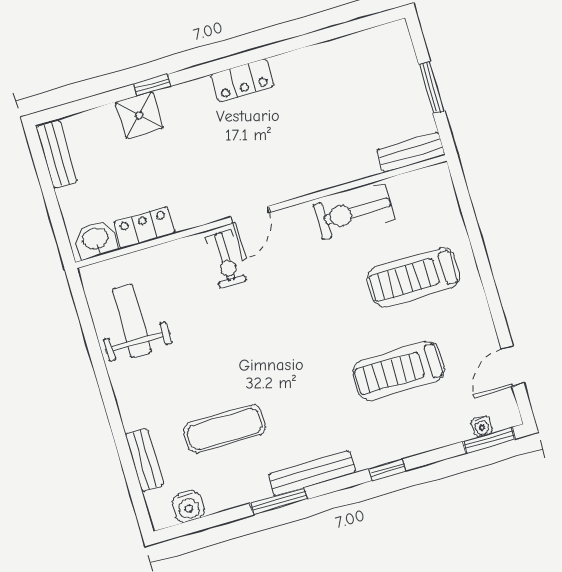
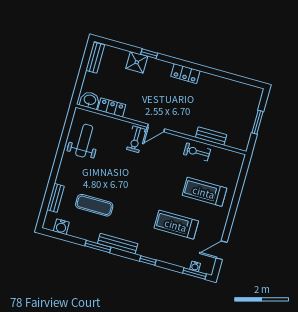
bench: (411, 152) -> (211, 136), moved
exercise bike: (354, 212) -> (197, 152), width x0.73, depth x0.72

